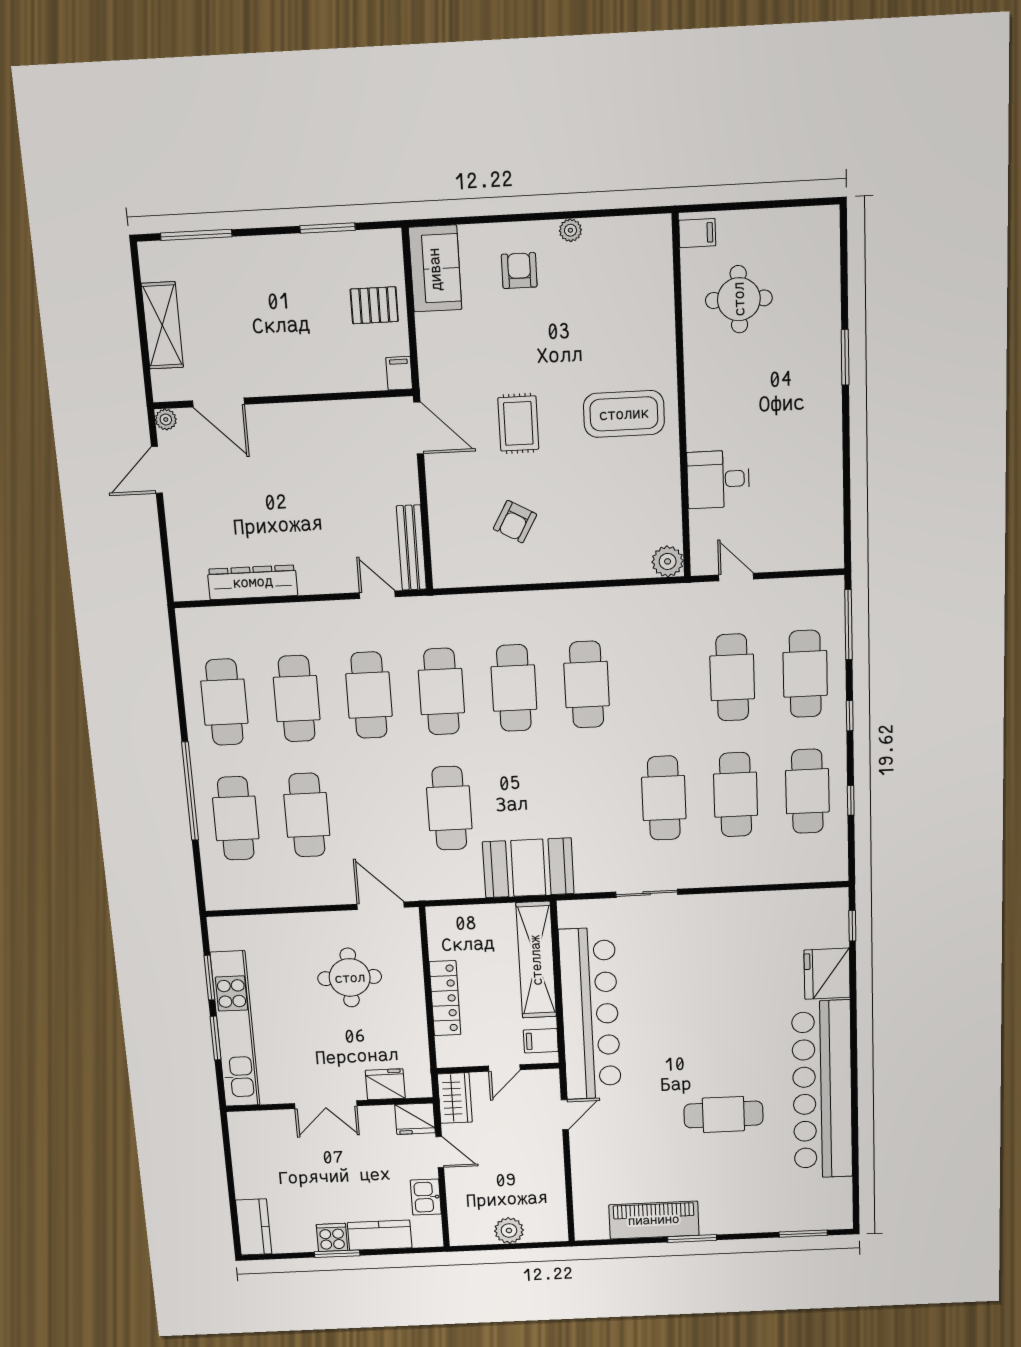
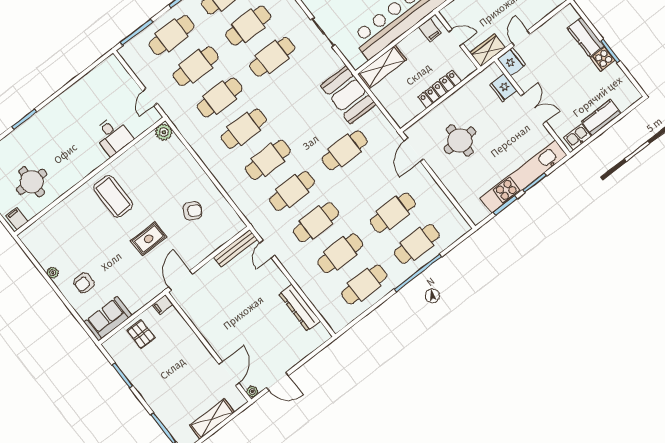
cafe table: (659, 681) -> (220, 97), added
shelving: (536, 960) -> (382, 67), width x0.68
kitchen sink: (426, 1197) -> (578, 137), moved, turned 180
kitchen counter: (254, 1227) -> (601, 118), moved

